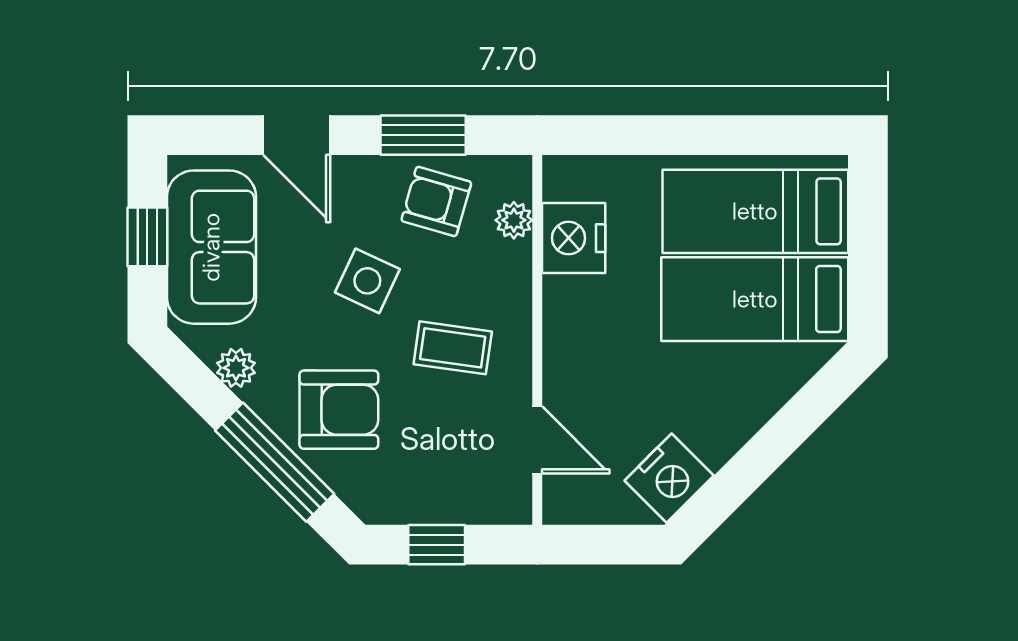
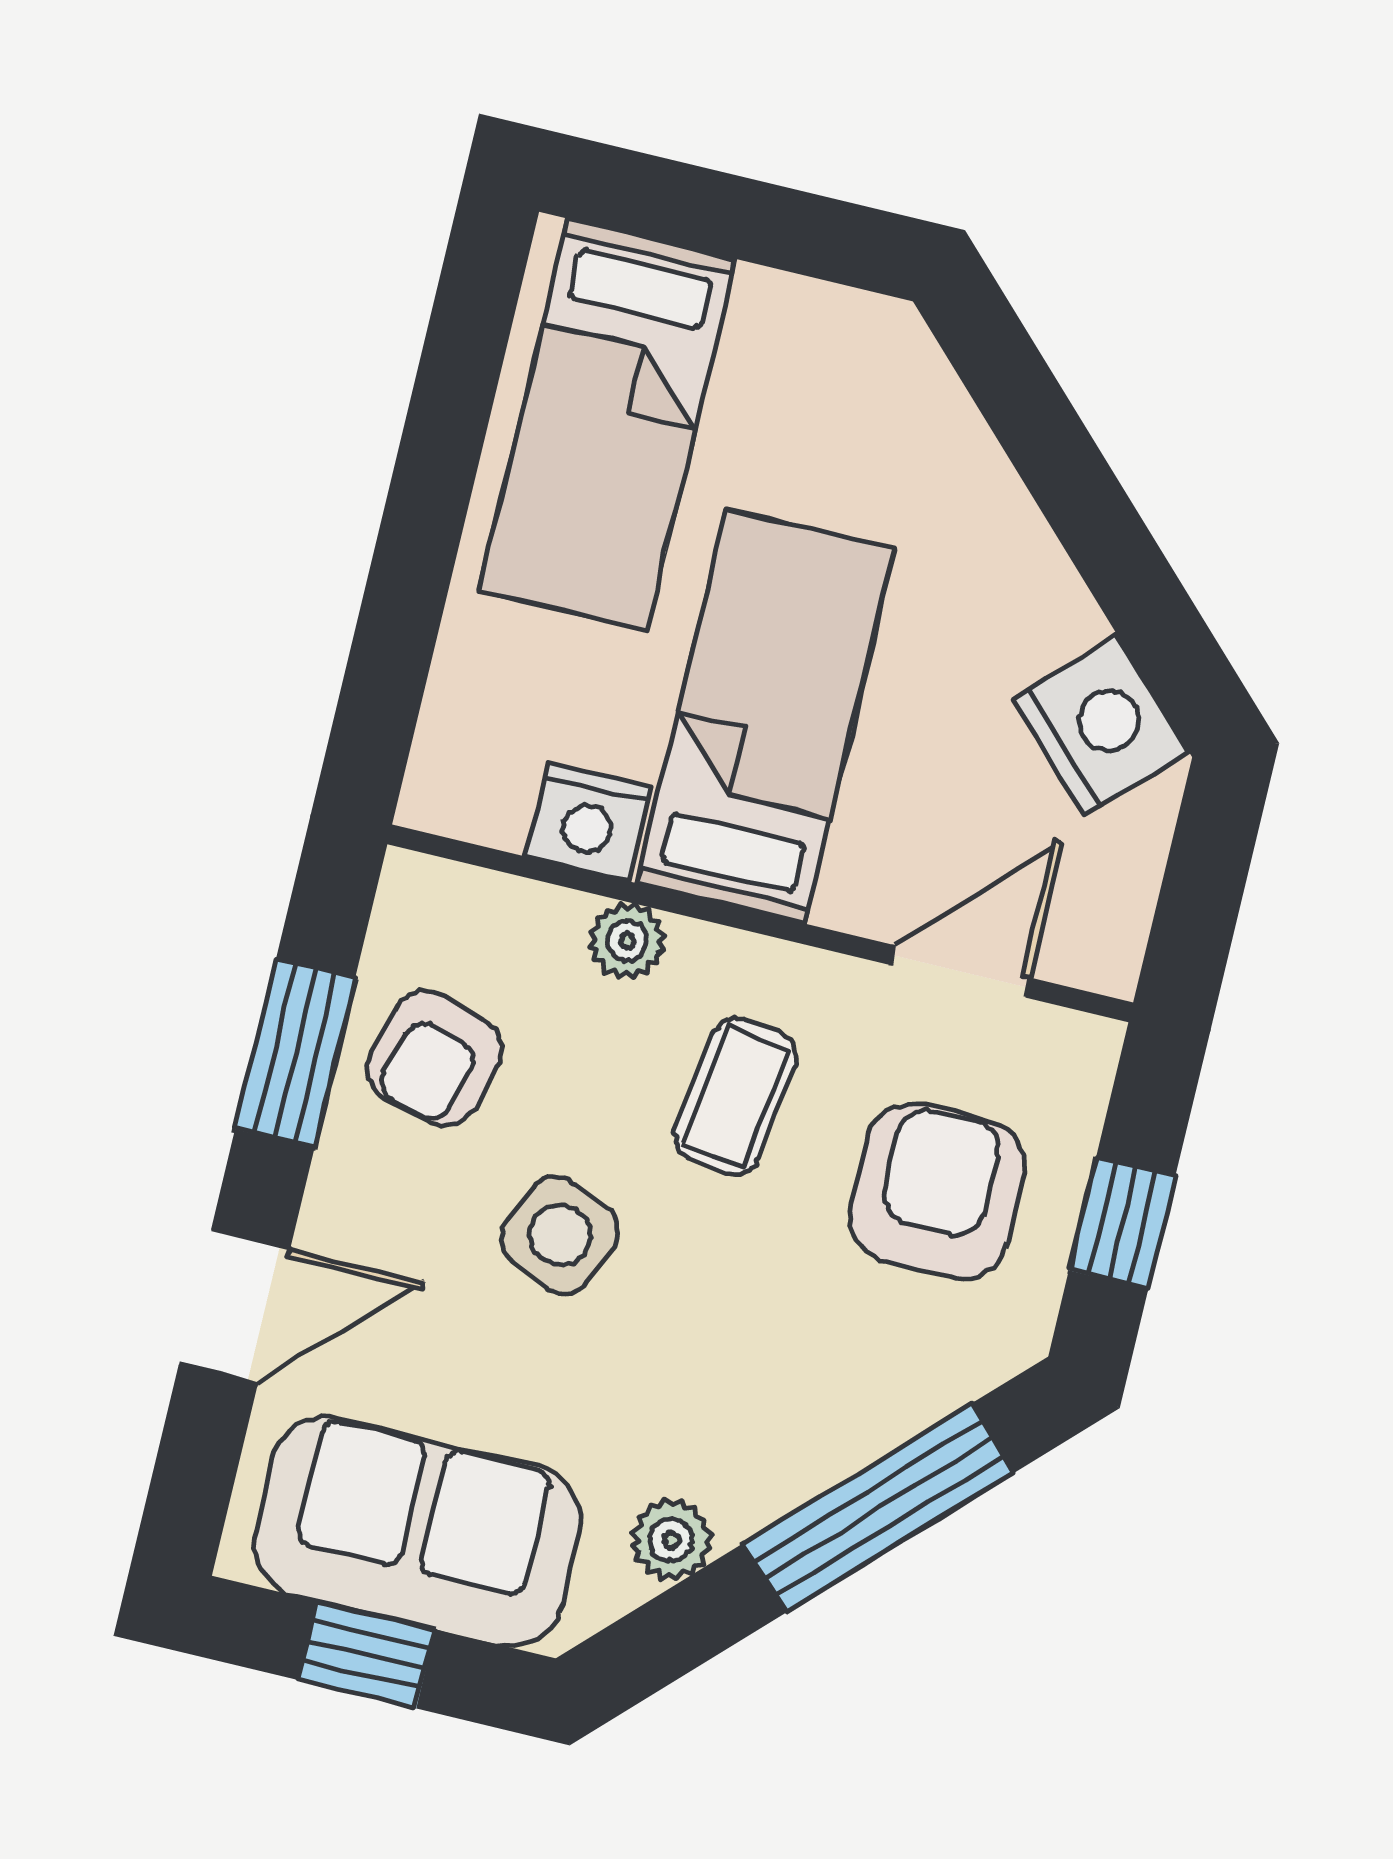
plant: (514, 220) -> (627, 941), moved
nightstand: (574, 238) -> (589, 821), width x0.74, depth x0.75
bed: (755, 299) -> (766, 716), moved, turned 180
armchair: (339, 410) -> (937, 1191), moved

